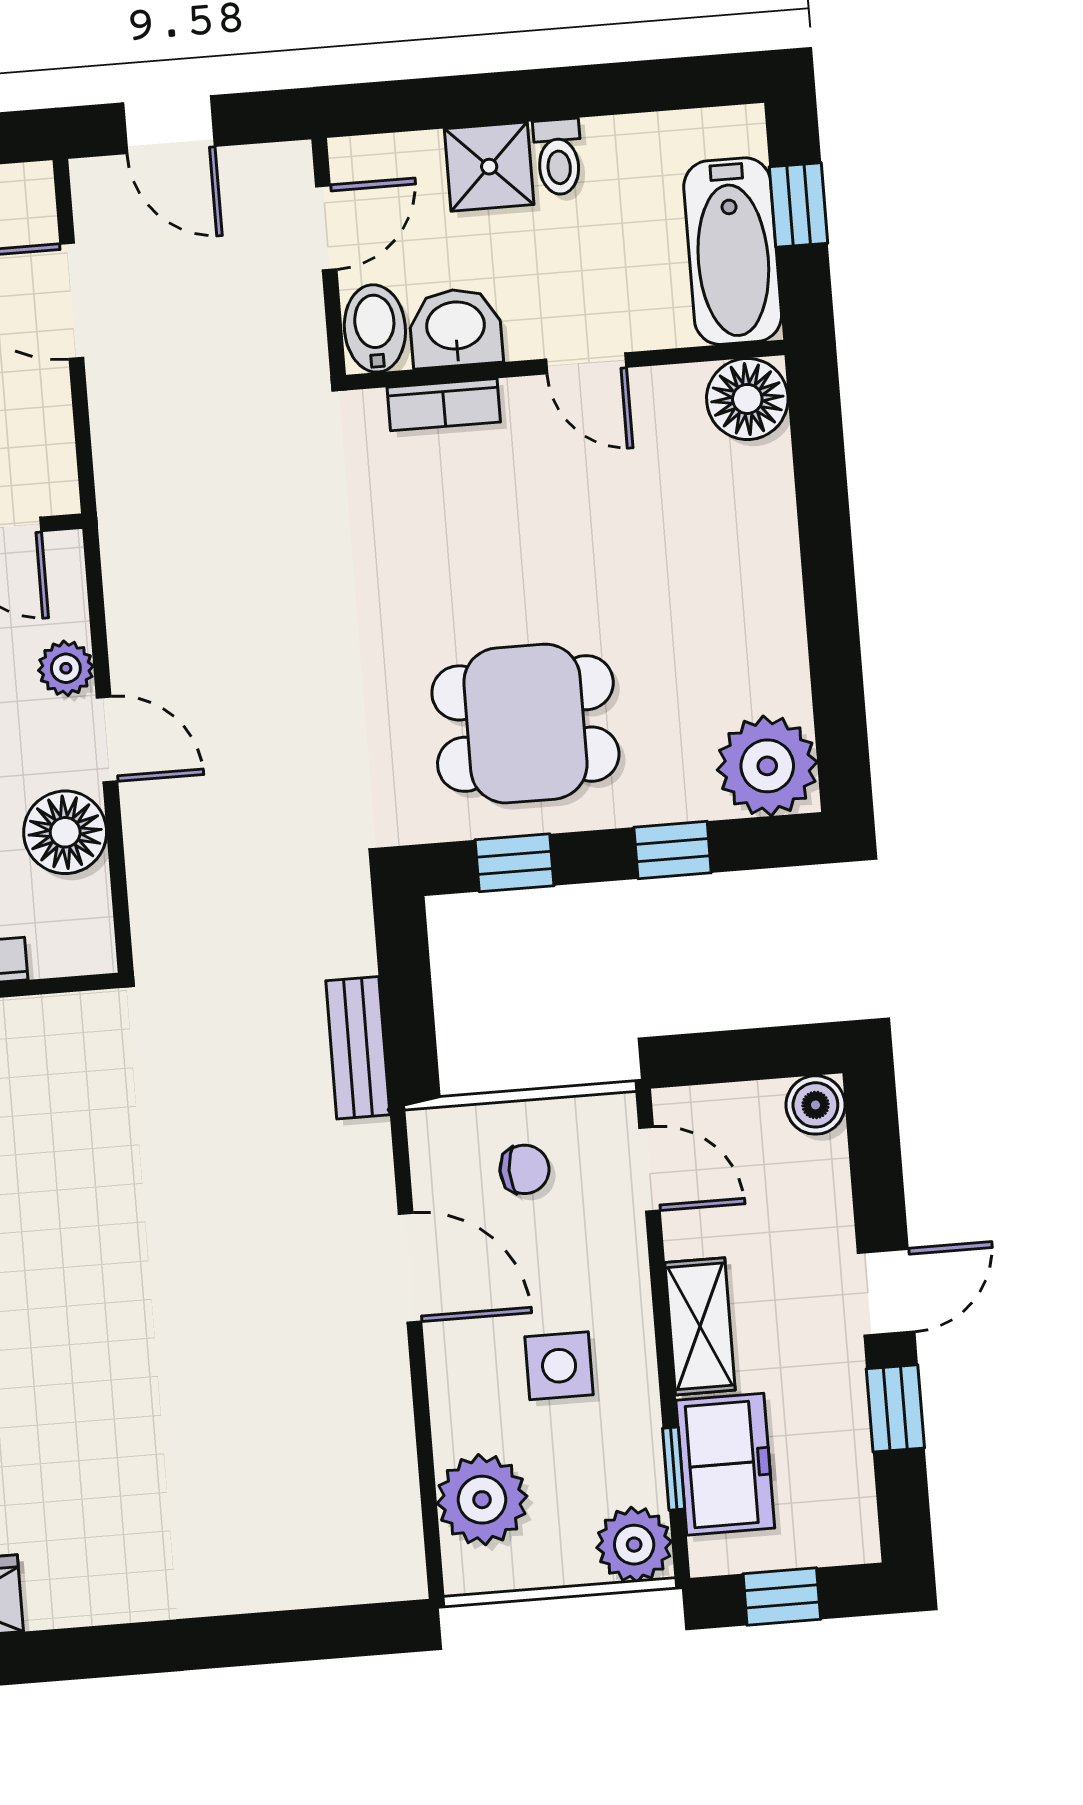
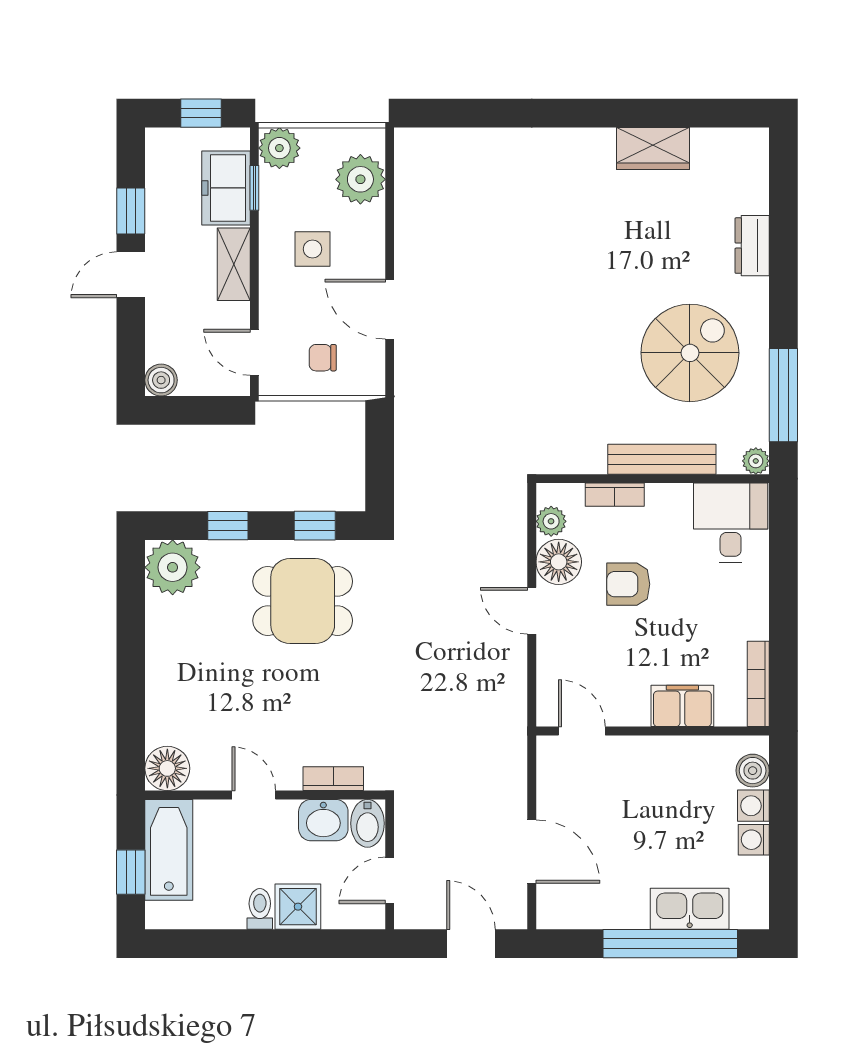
plant: (66, 668) -> (551, 521), moved
bench: (358, 1048) -> (408, 431), removed

